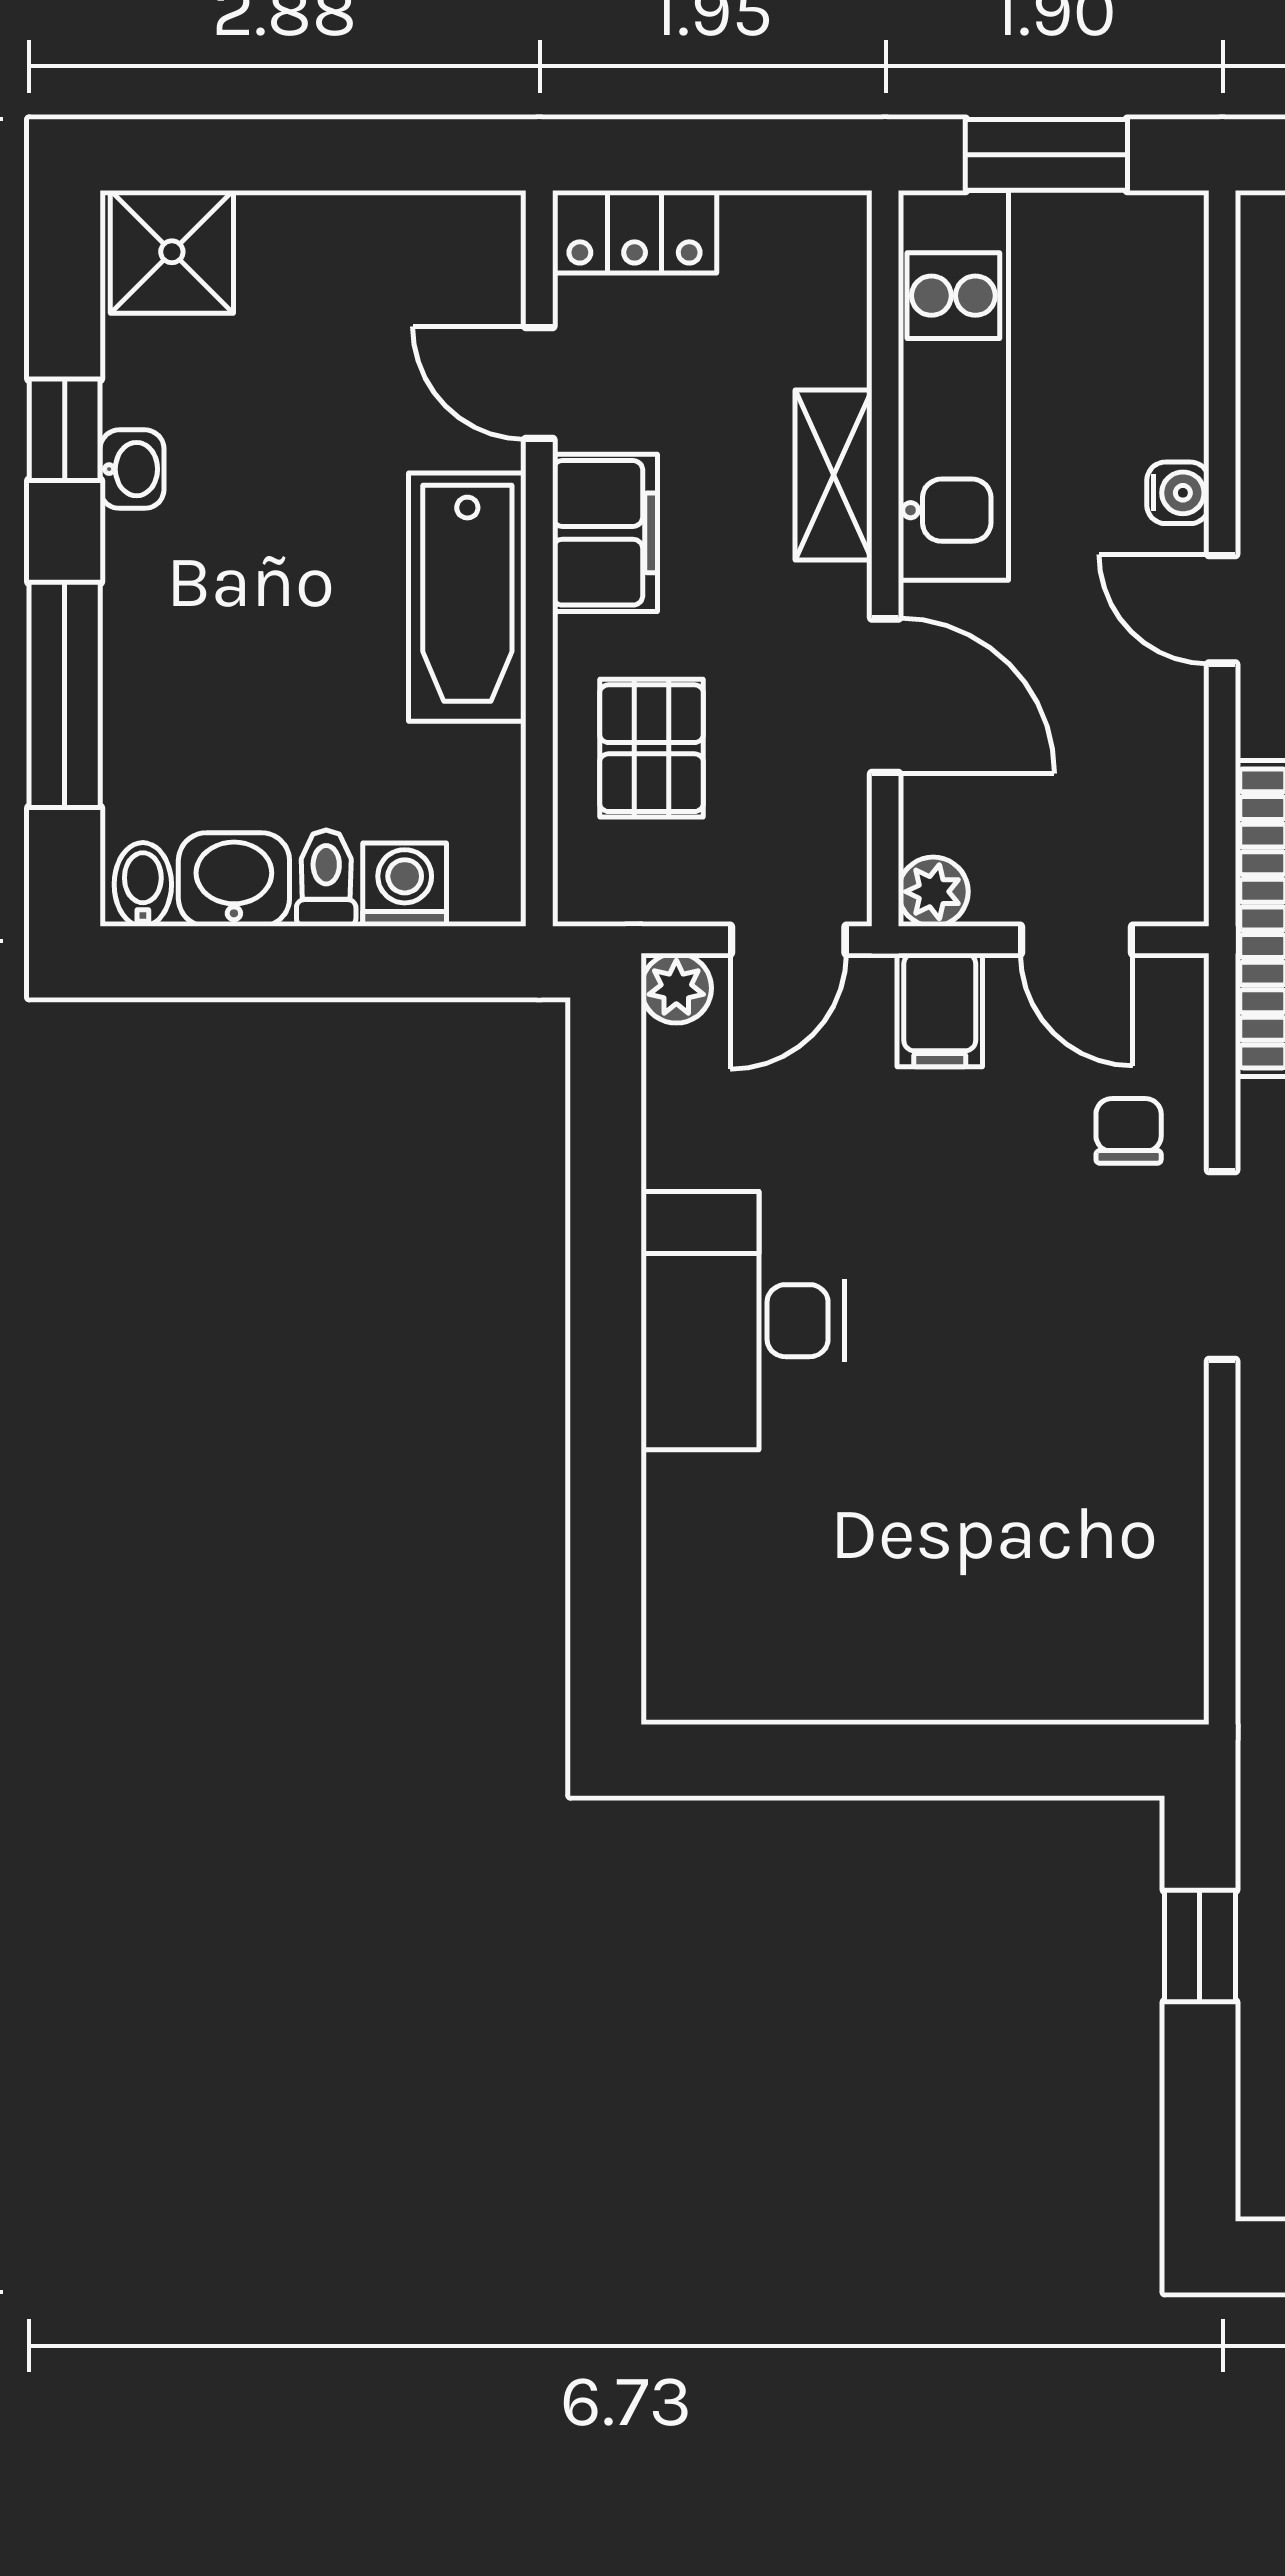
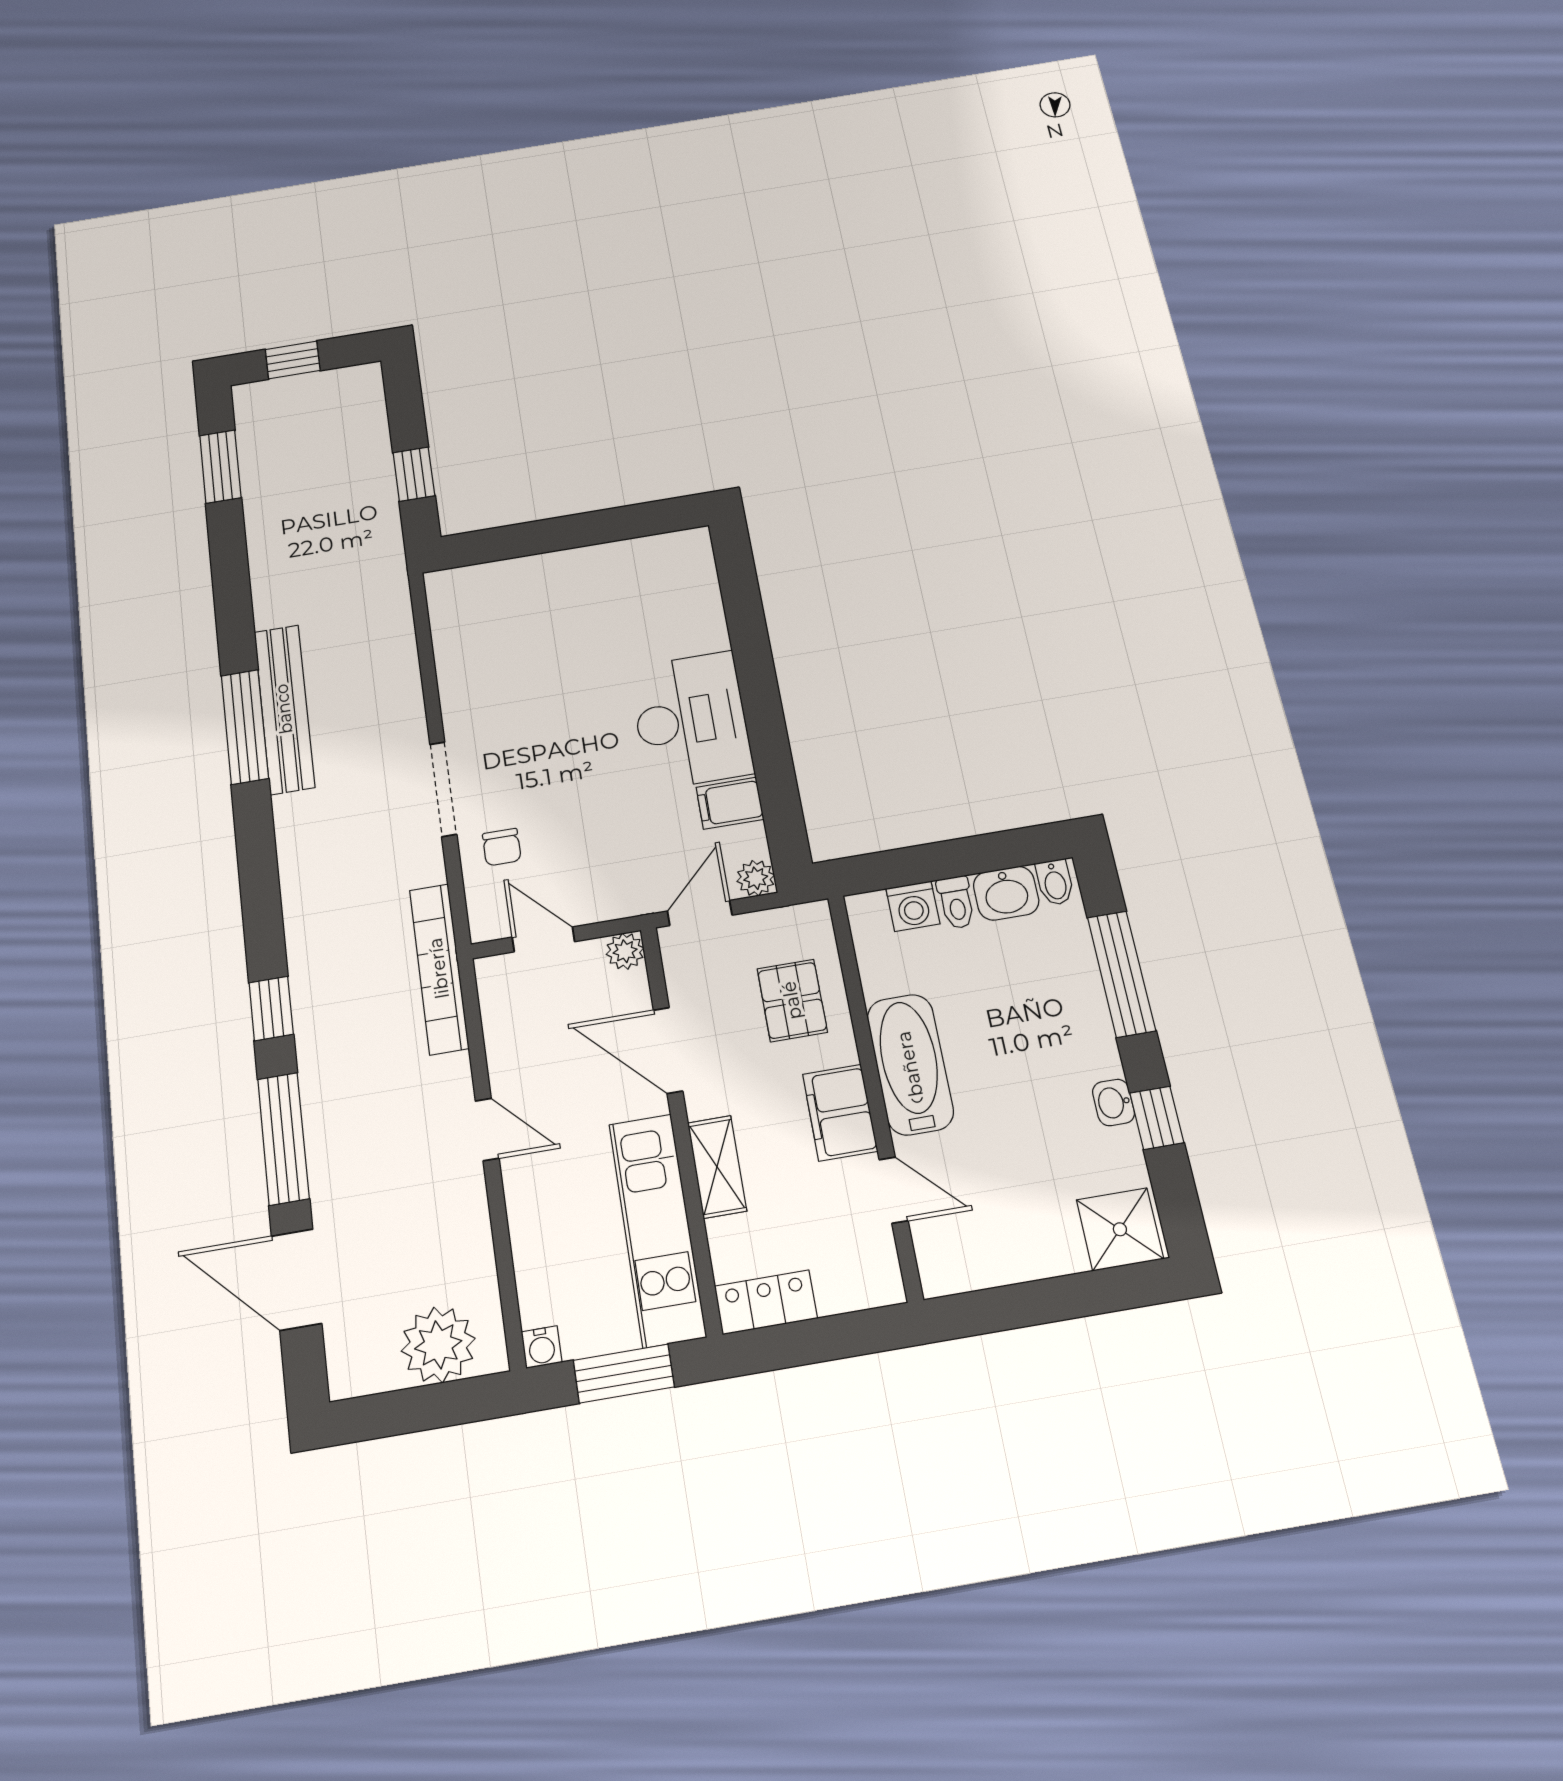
locker: (635, 232) -> (766, 1302), moved
water cooler: (1178, 493) -> (542, 1347), moved, turned -90
filing cabinet: (940, 1010) -> (730, 803), moved, turned -90

